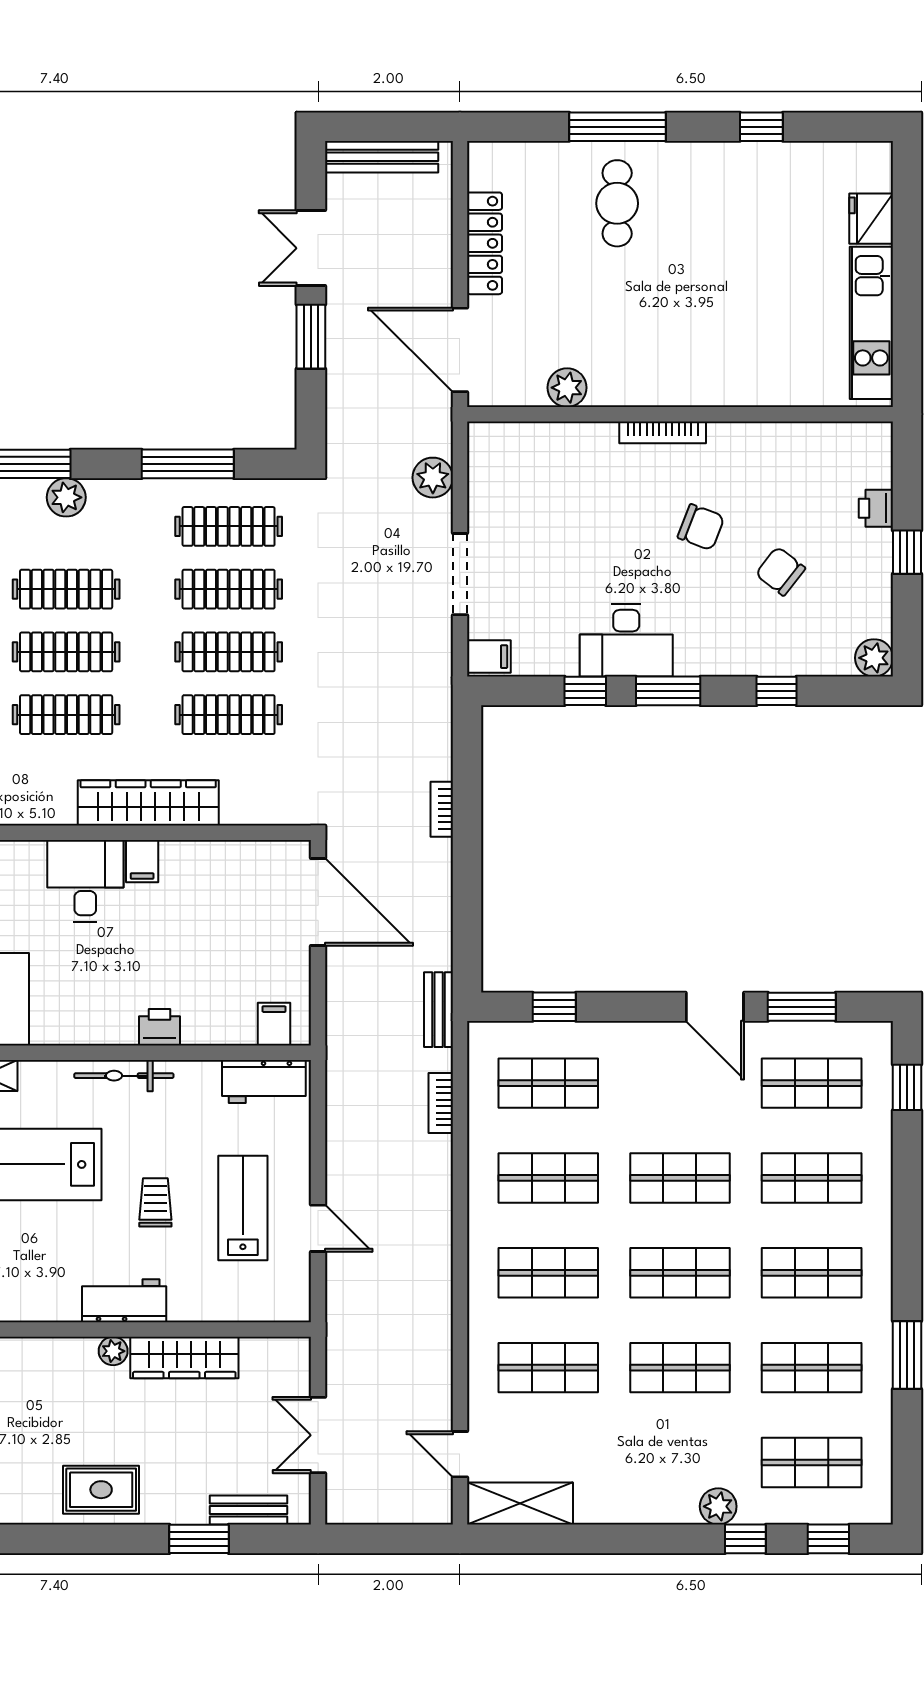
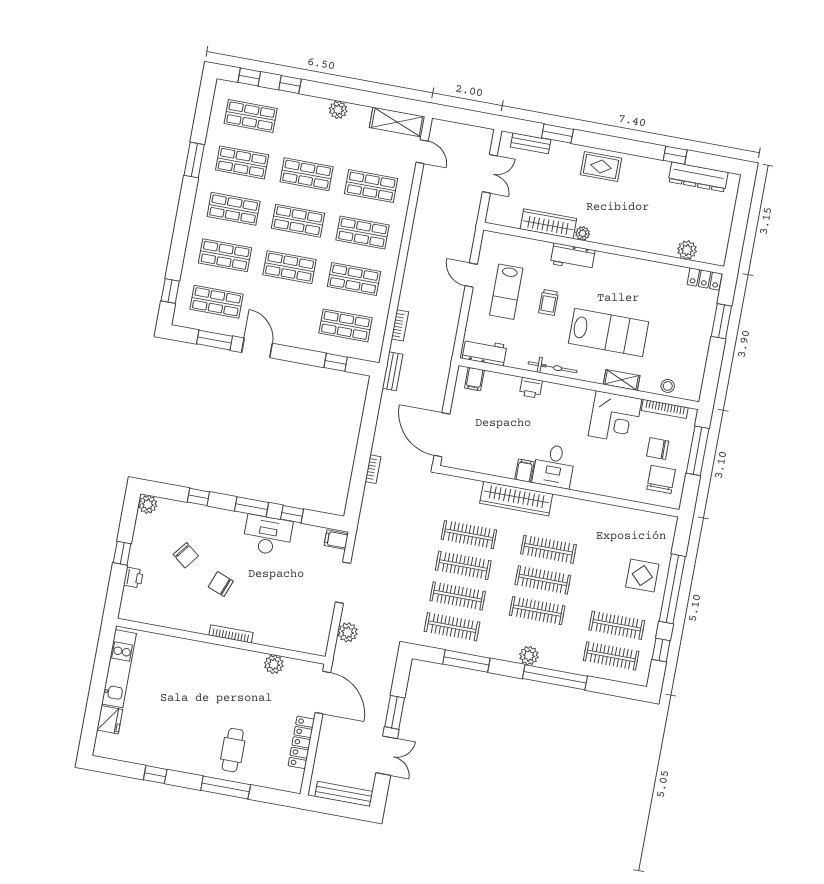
plant: (718, 1506) -> (338, 110), moved

